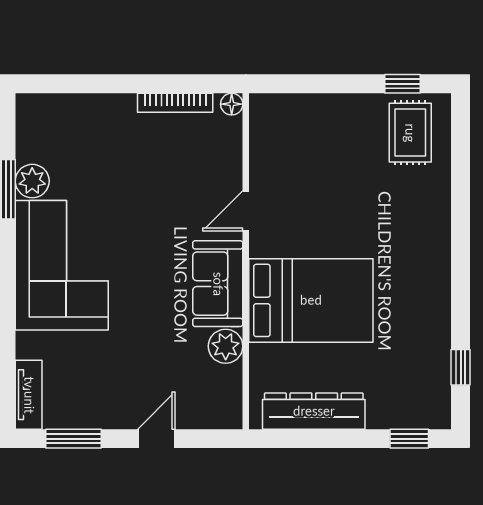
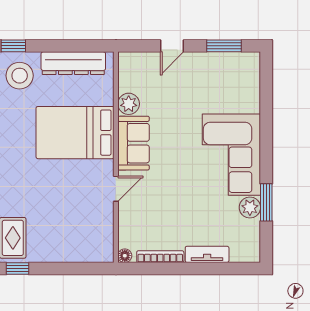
stool: (399, 391) -> (20, 76), added
tv unit: (29, 395) -> (207, 254), moved, turned 90

